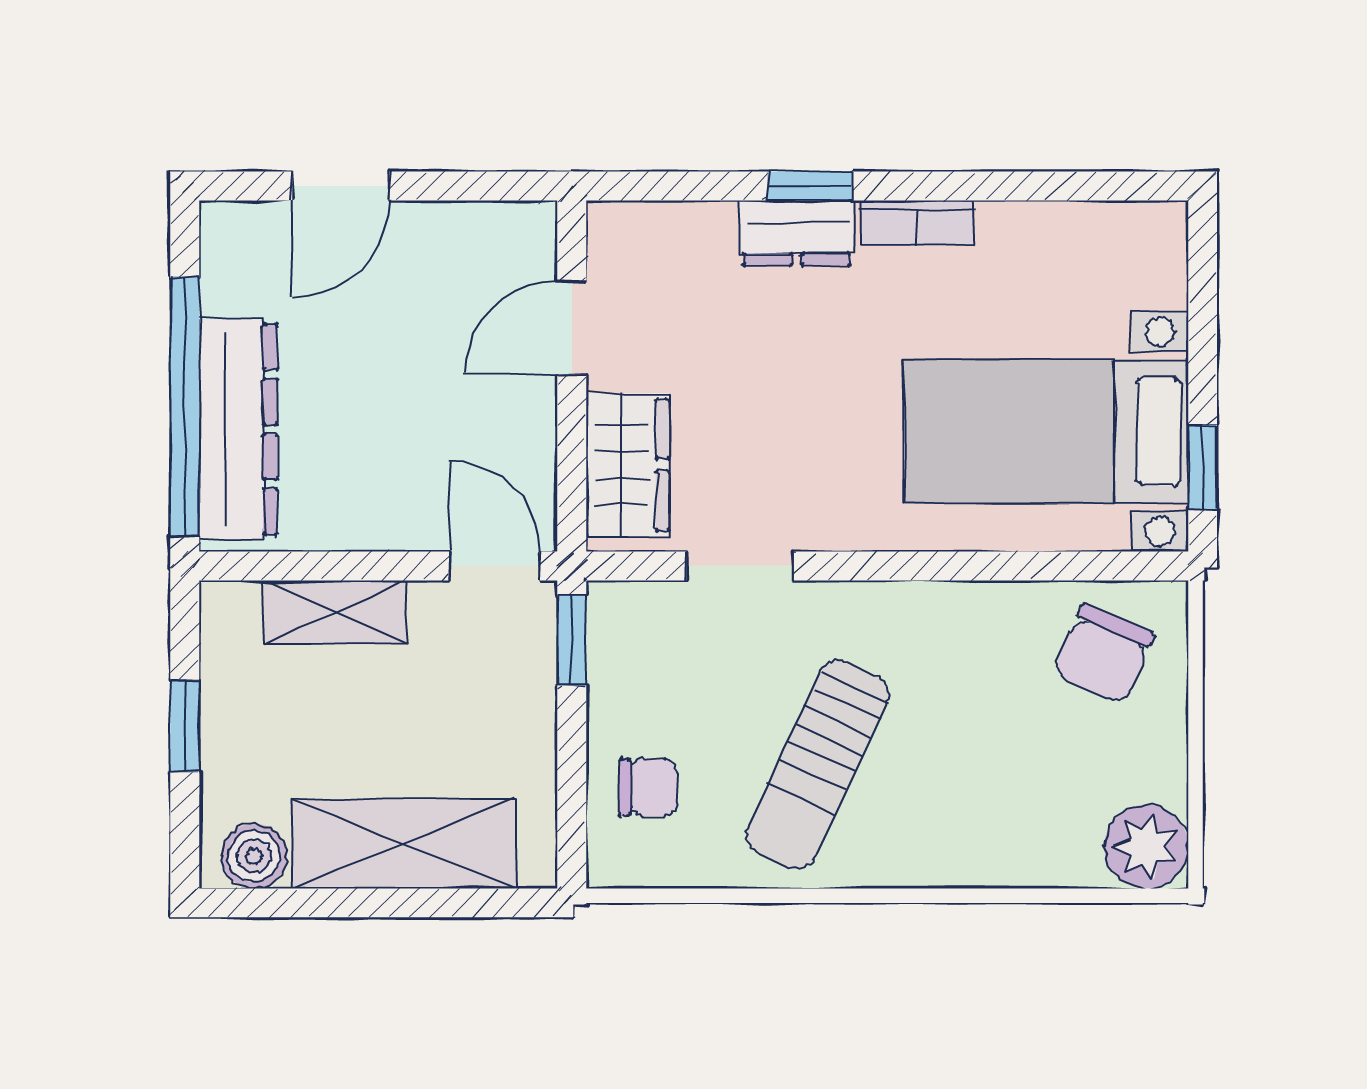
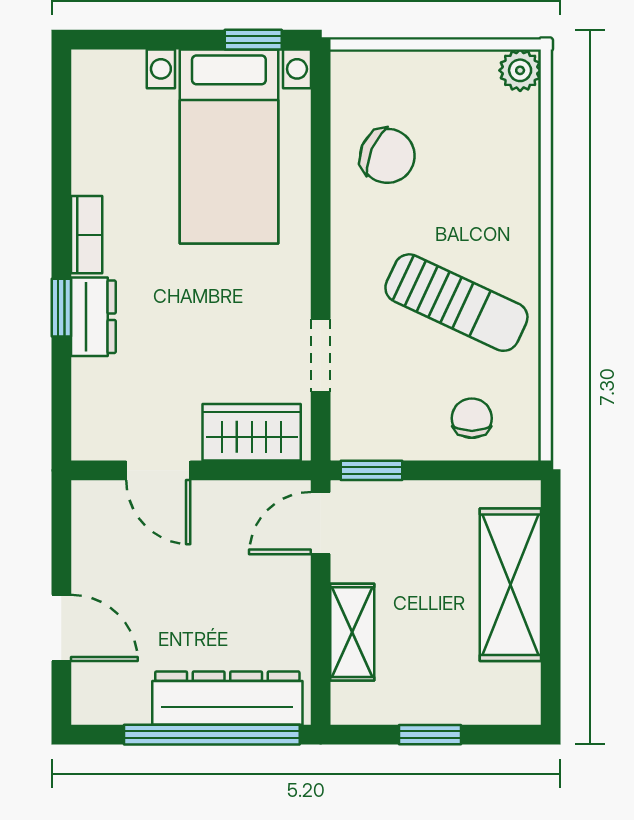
chair: (1104, 654) -> (387, 156), moved
plant: (1146, 847) -> (520, 70), width x0.73, depth x0.73
boiler: (254, 856) -> (519, 687), removed

